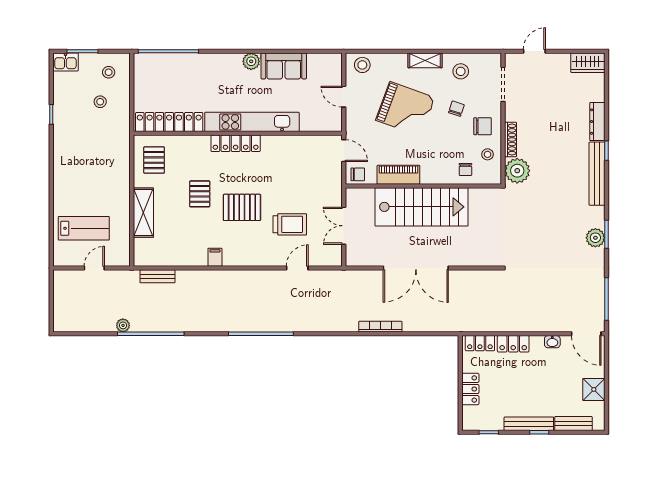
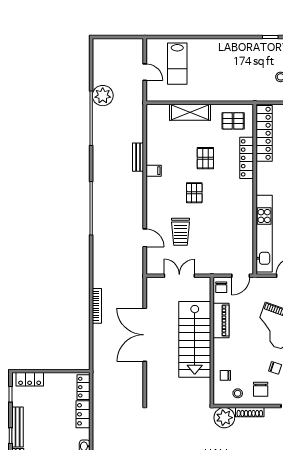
kitchen unit: (252, 122) -> (264, 234), moved
locker: (236, 143) -> (247, 158), moved
pallet: (200, 194) -> (205, 158), turned 90
pallet: (242, 207) -> (194, 193), width x0.67, depth x0.71
bench: (157, 276) -> (138, 157), moved
plant: (123, 325) -> (103, 96), width x1.88, depth x1.88
locker: (470, 389) -> (30, 379), moved

